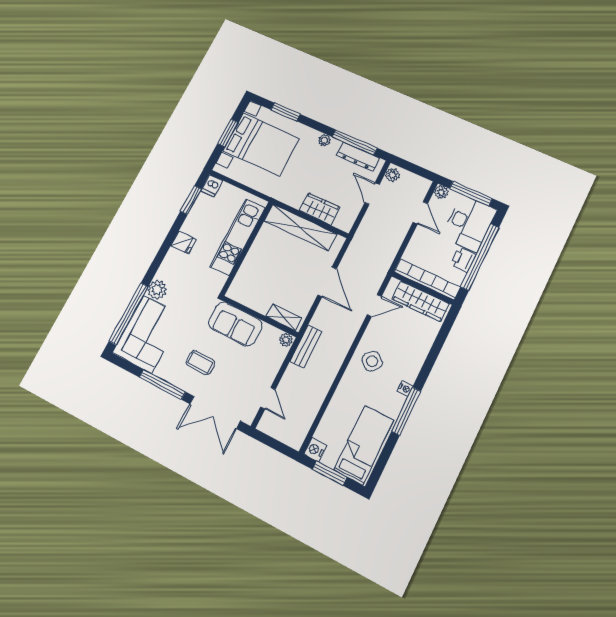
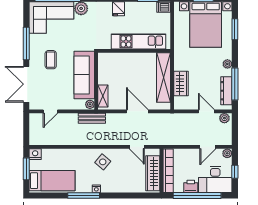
door: (372, 194) -> (206, 111), hinge flipped
window: (471, 194) -> (235, 172), width x0.46
door: (327, 282) -> (137, 111), swing flipped
sofa: (235, 324) -> (84, 75), width x1.36

